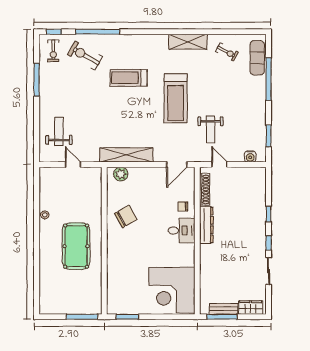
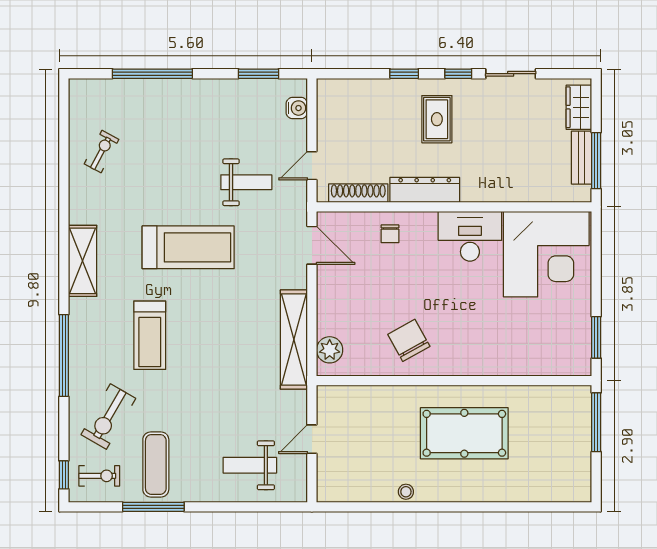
window: (98, 32) -> (64, 356), moved
shelving: (188, 42) -> (82, 261), moved
exercise mat: (257, 58) -> (156, 464), moved, turned 90
desk: (182, 231) -> (470, 236), moved, width x1.37
rug: (244, 231) -> (437, 119), added

